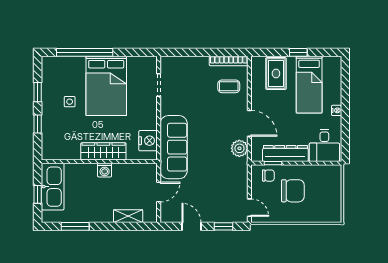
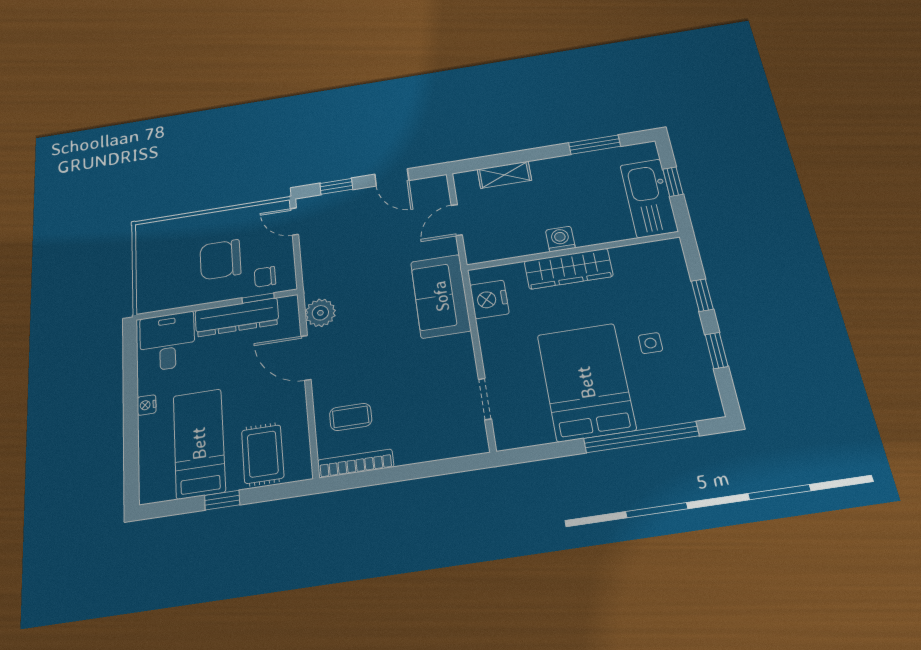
sofa: (174, 147) -> (441, 296), width x0.73

